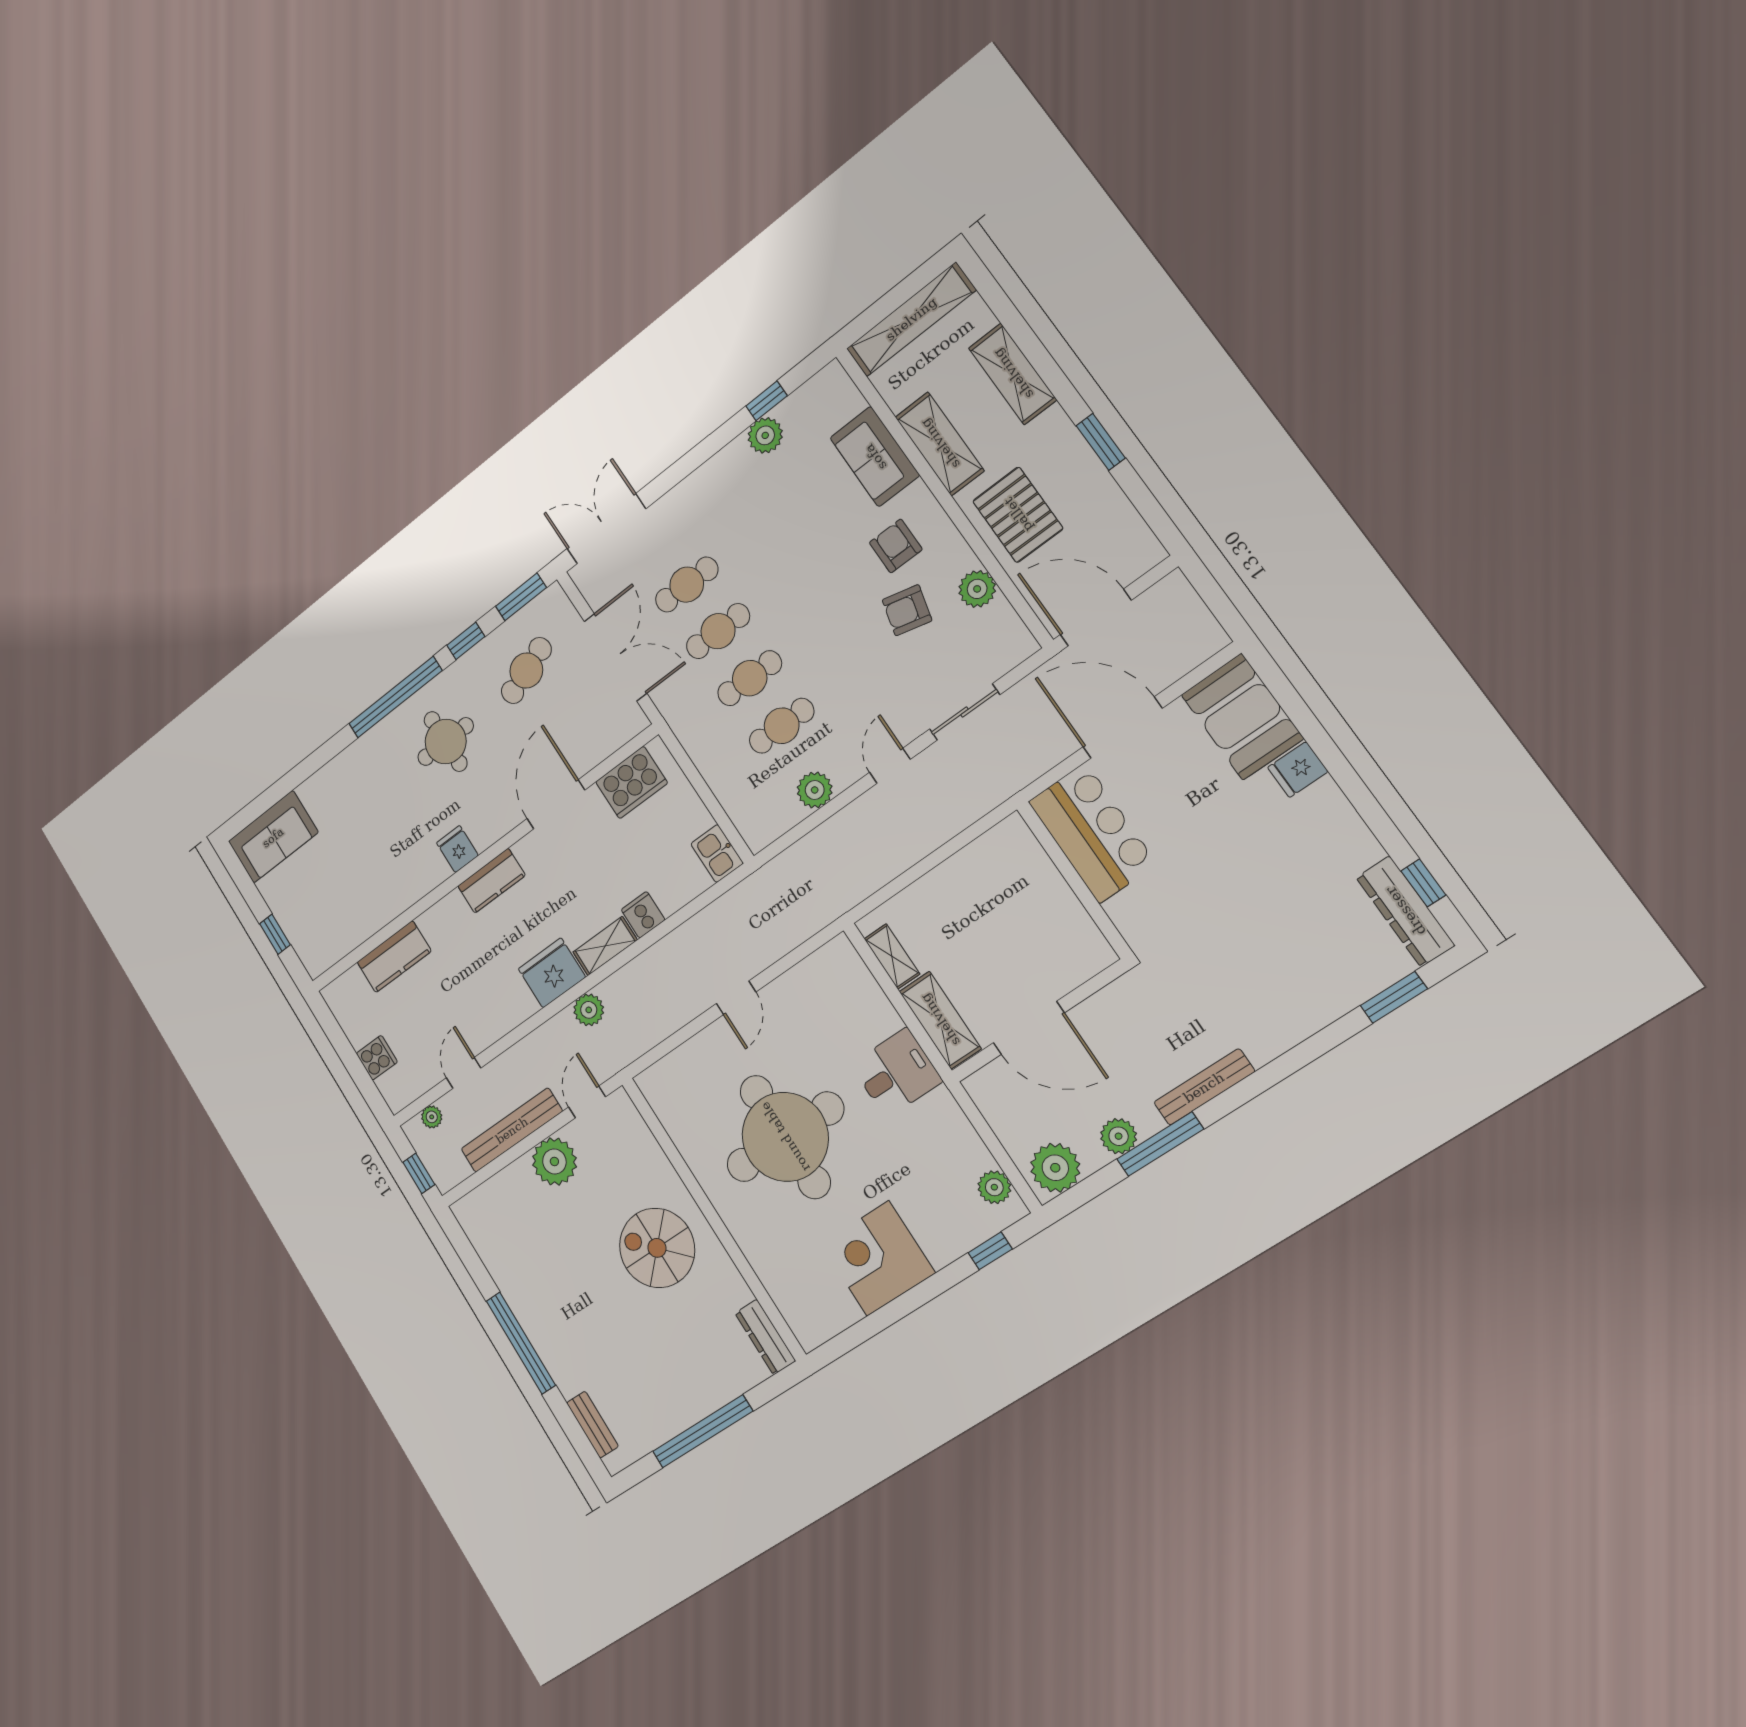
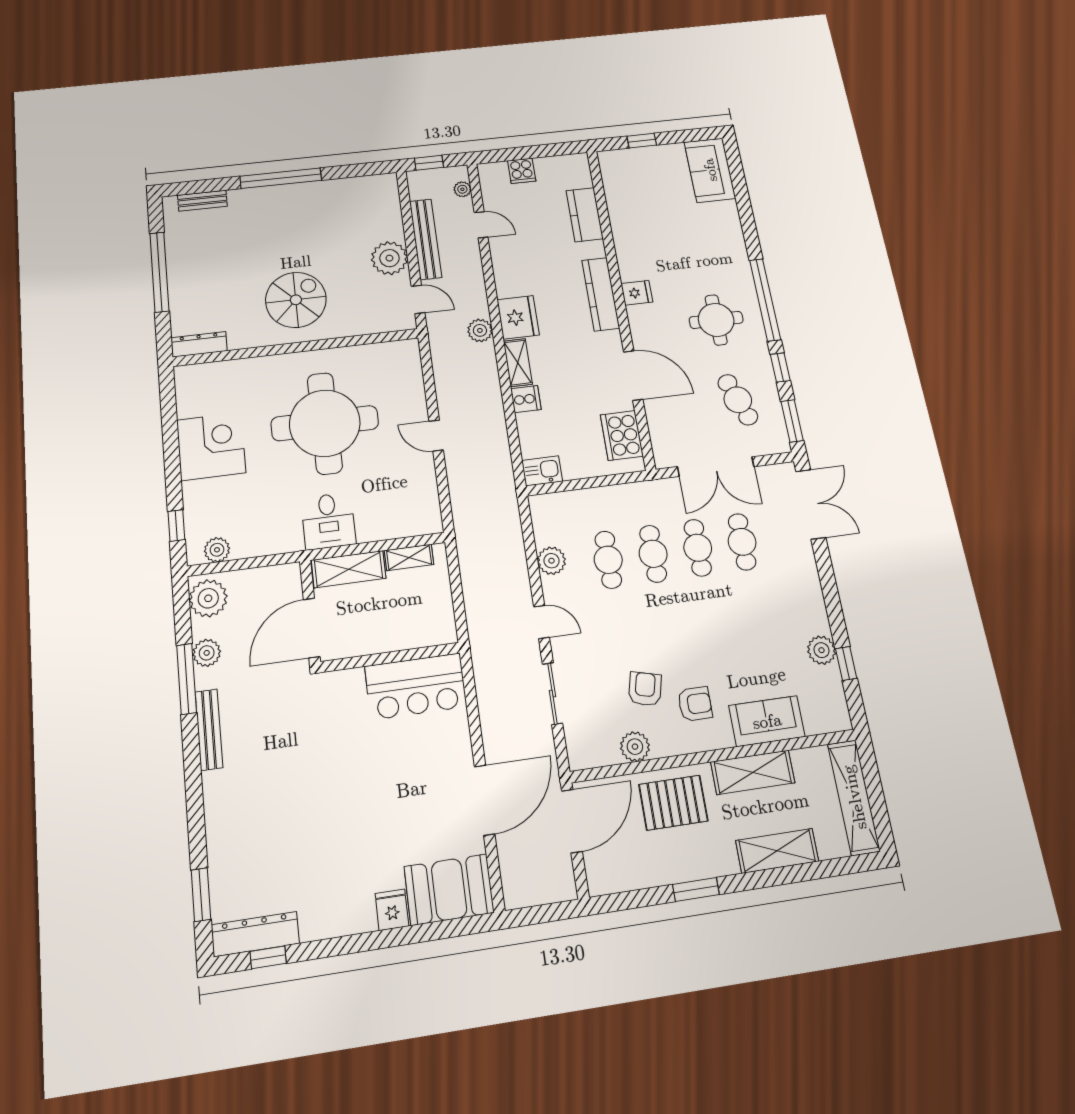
bar counter: (1092, 833) -> (416, 686), moved
wall: (1074, 880) -> (390, 657), moved
kitchen counter: (492, 881) -> (601, 294), width x1.50

